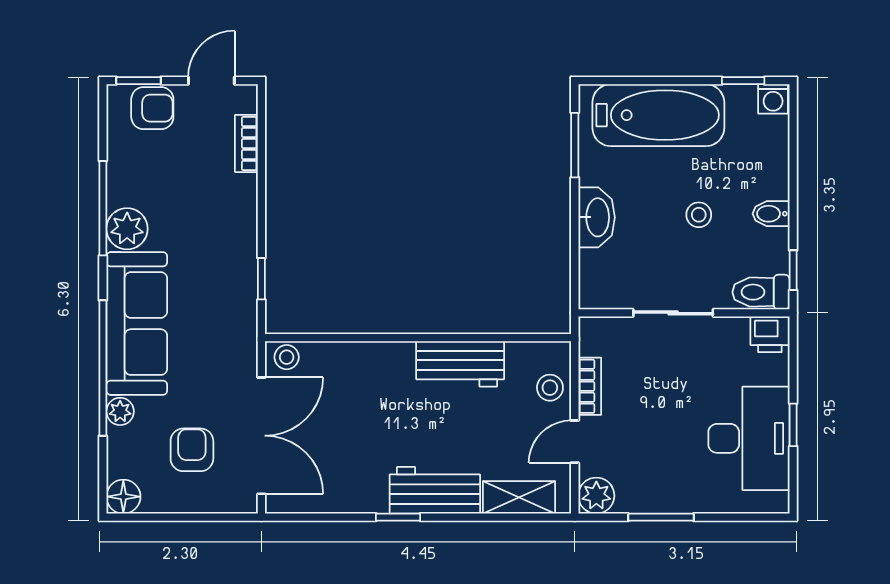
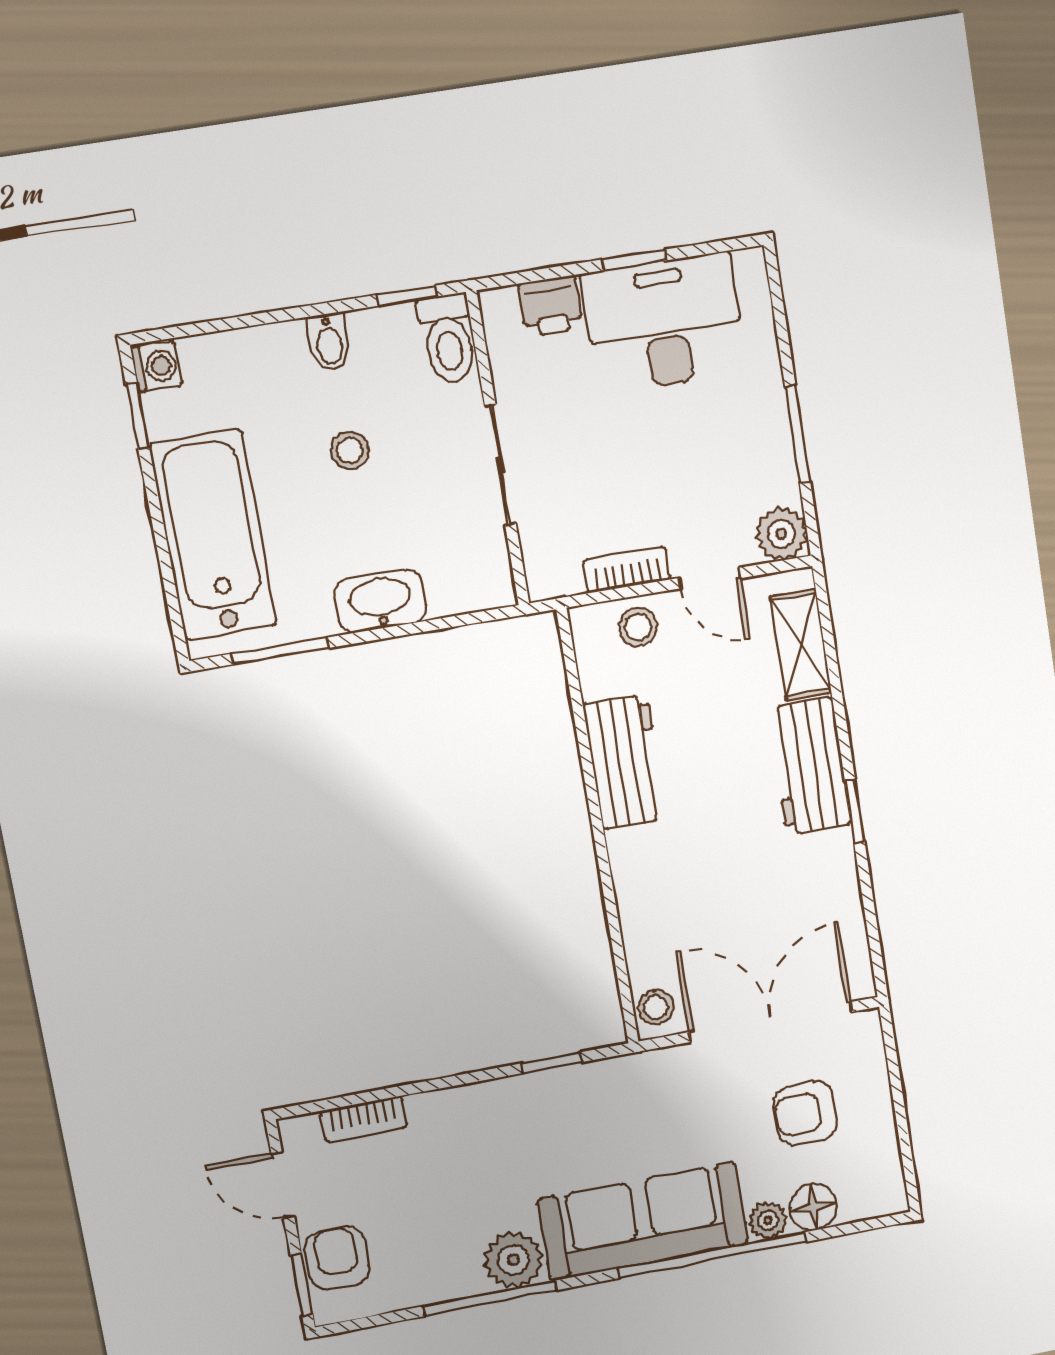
printer: (770, 334) -> (551, 306), moved, turned 90
floor lamp: (123, 497) -> (813, 1207), moved

